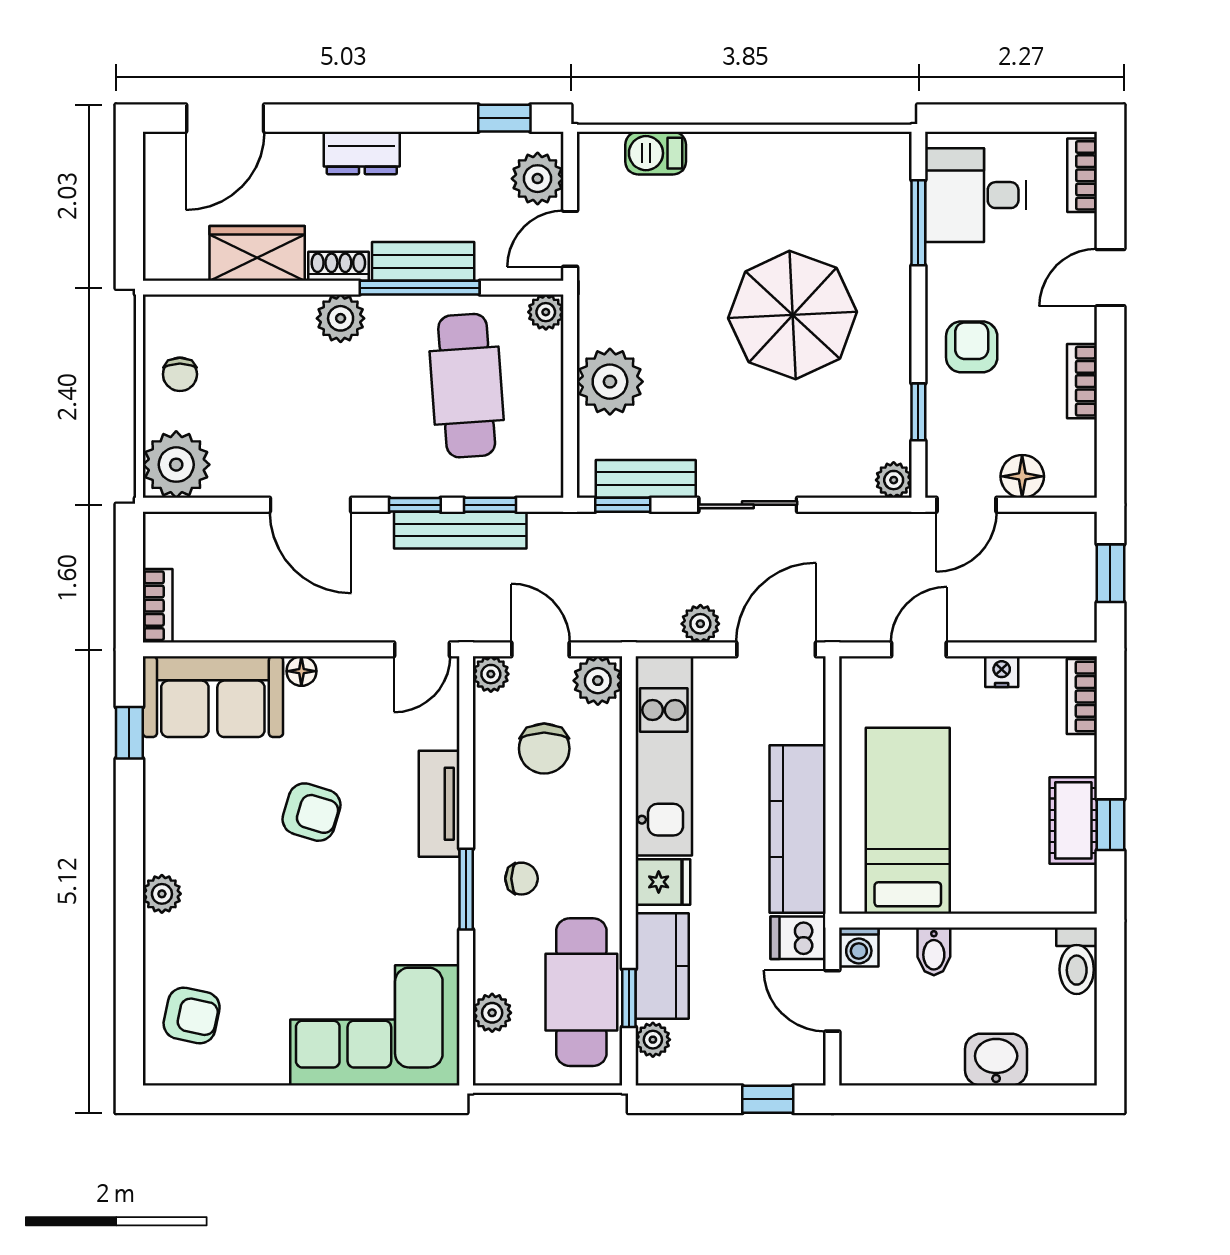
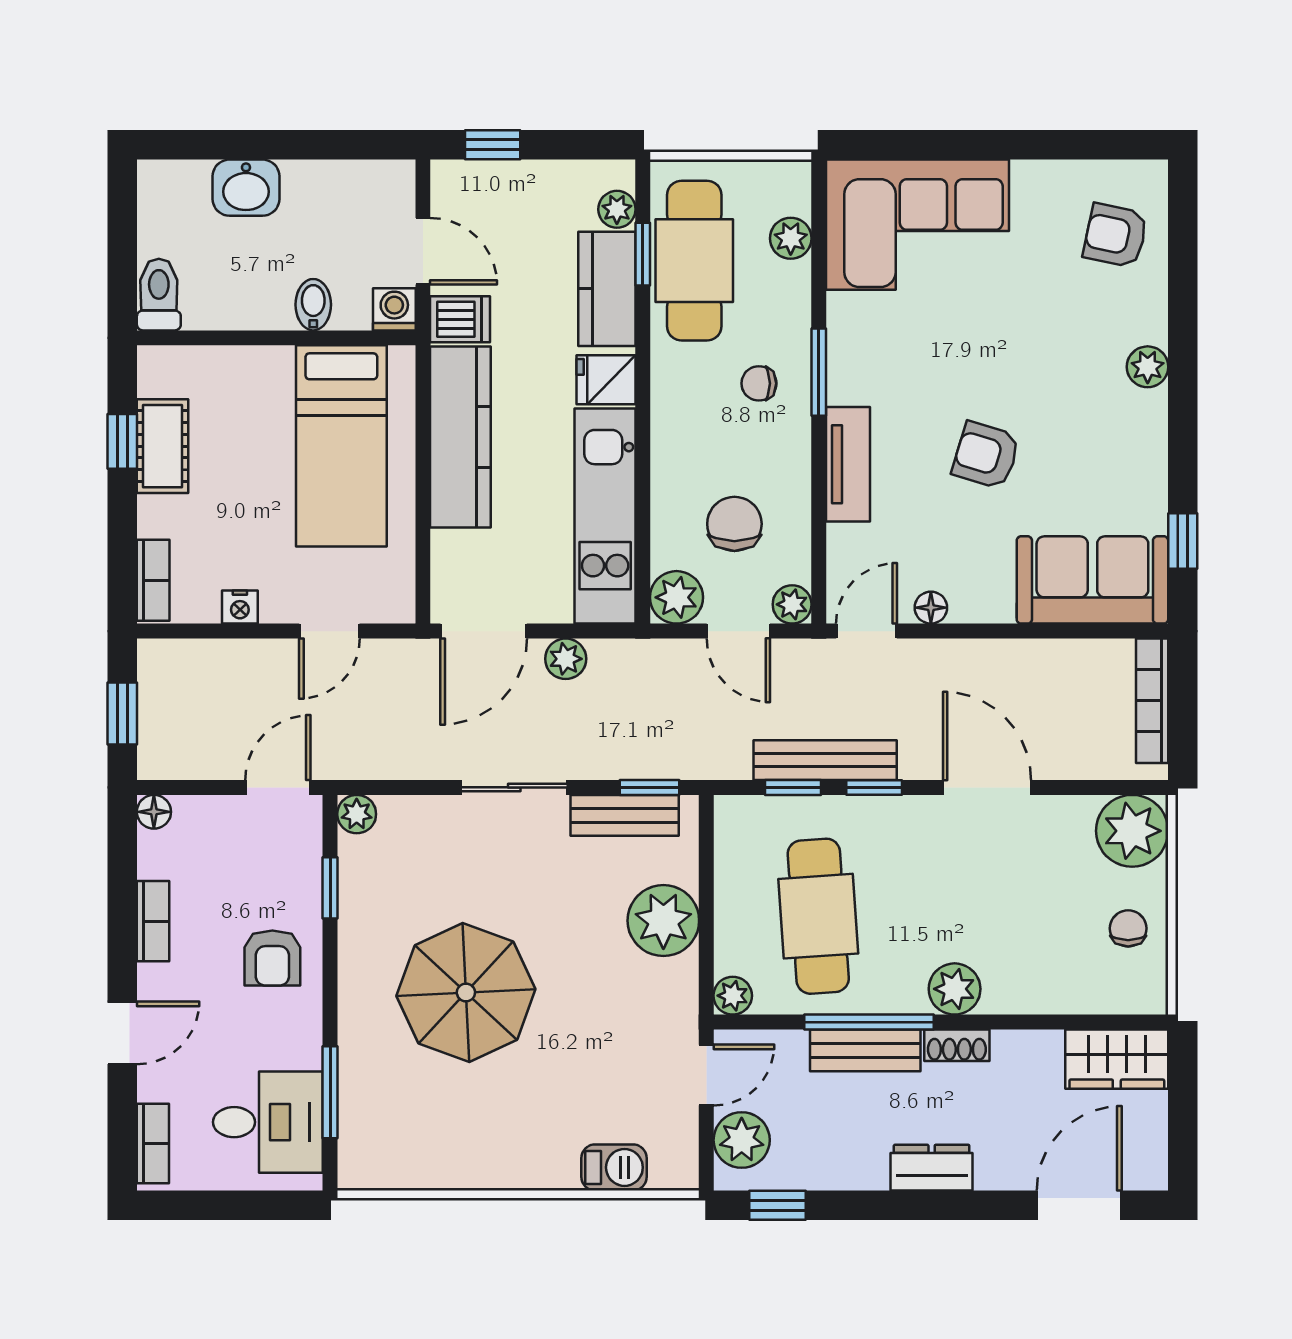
wardrobe: (257, 253) -> (1117, 1059), moved
floor lamp: (1022, 476) -> (154, 812), moved, width x0.73, depth x0.73
bookcase: (158, 606) -> (1152, 701), width x1.56
floor lamp: (301, 671) -> (931, 608), moved

